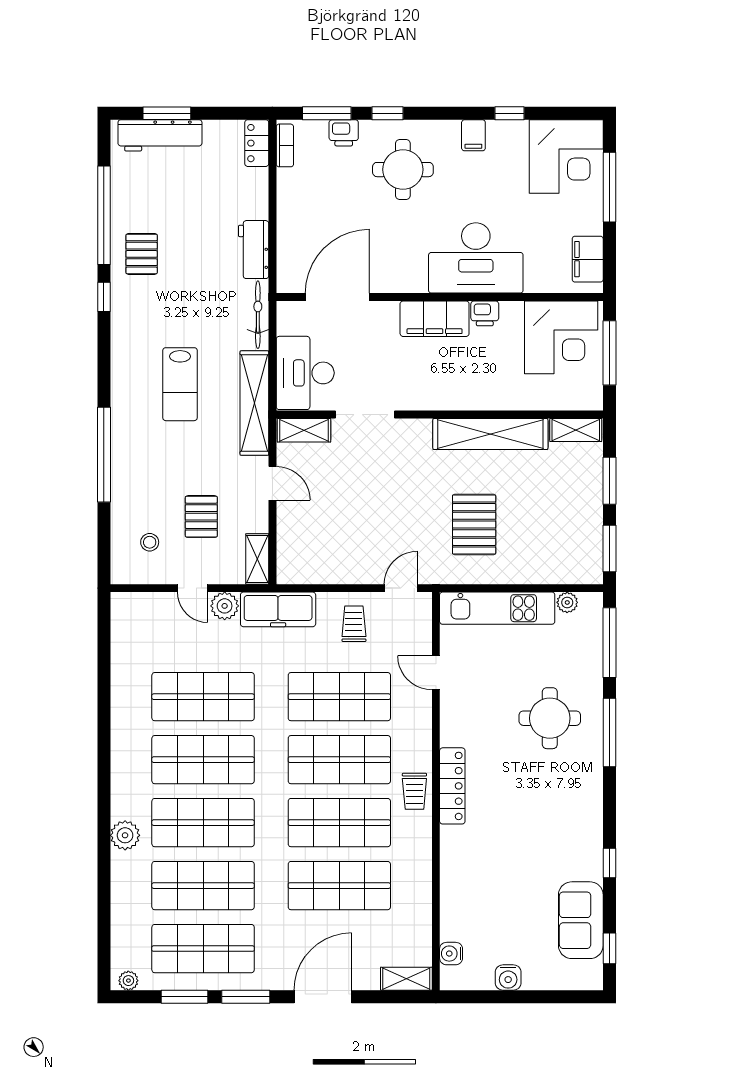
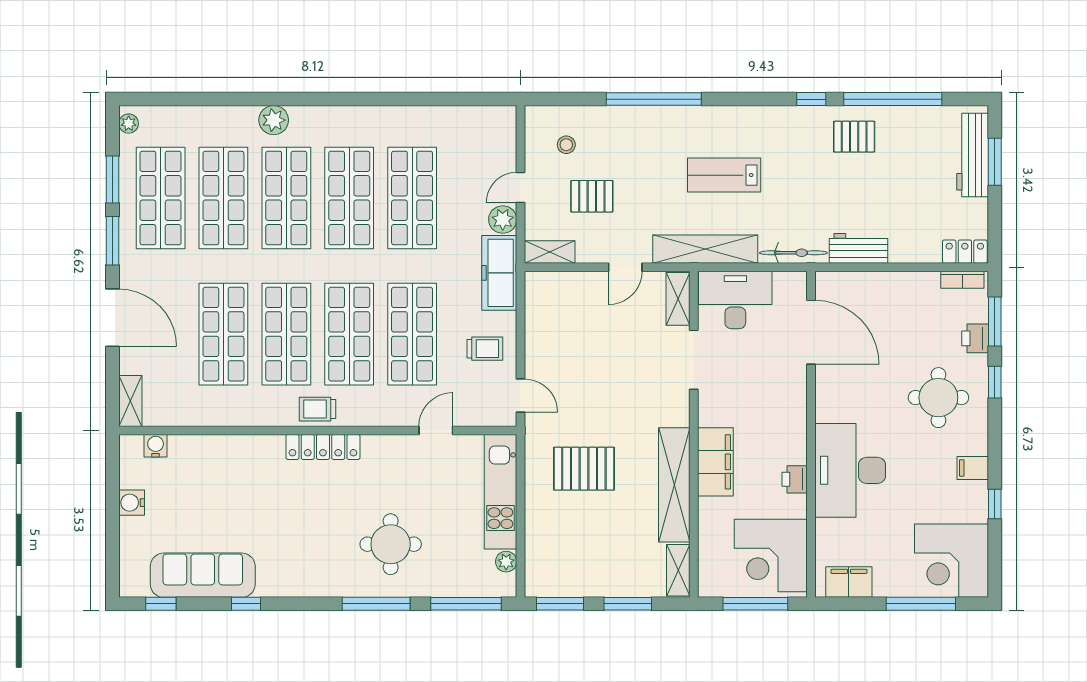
filing cabinet: (435, 319) -> (715, 462), moved, turned 180
sofa: (581, 920) -> (203, 575), width x1.36

